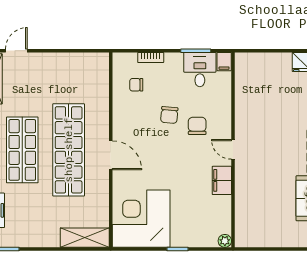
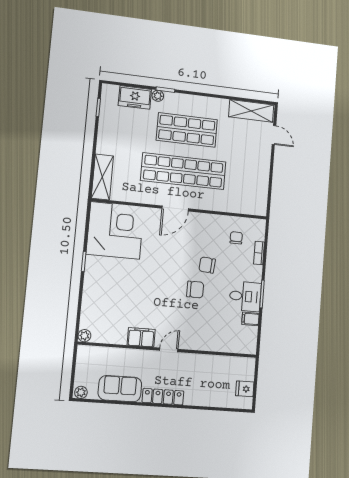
door: (233, 149) -> (169, 350), moved
wall: (233, 150) -> (168, 350), moved
filing cabinet: (222, 180) -> (141, 337), moved
plant: (225, 241) -> (84, 336), moved

